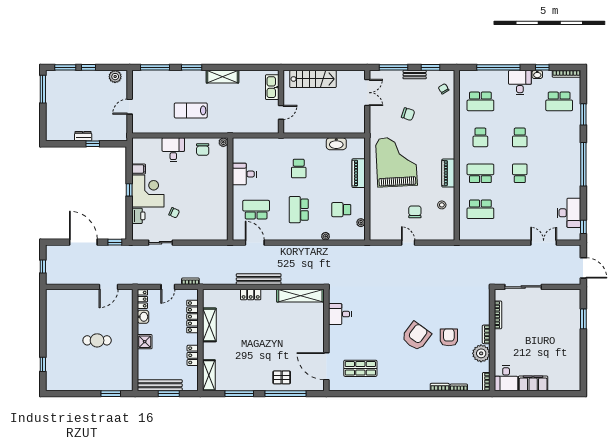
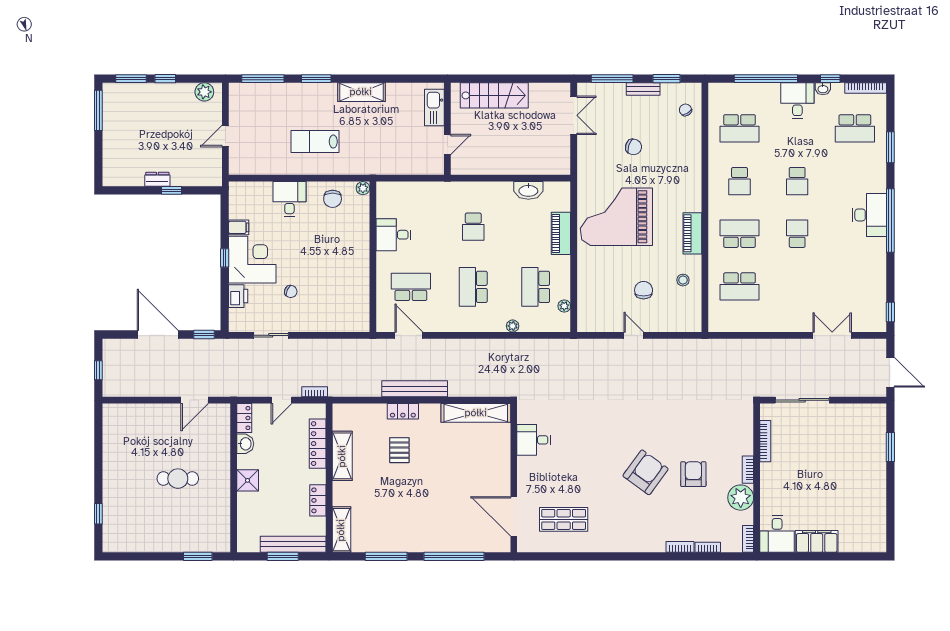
grand piano: (396, 162) -> (616, 217), turned -87
school desk: (341, 210) -> (536, 287), width x1.85
desk: (569, 213) -> (869, 215), moved
pallet: (282, 377) -> (399, 450), moved, turned 90
bench: (160, 385) -> (293, 544), moved

